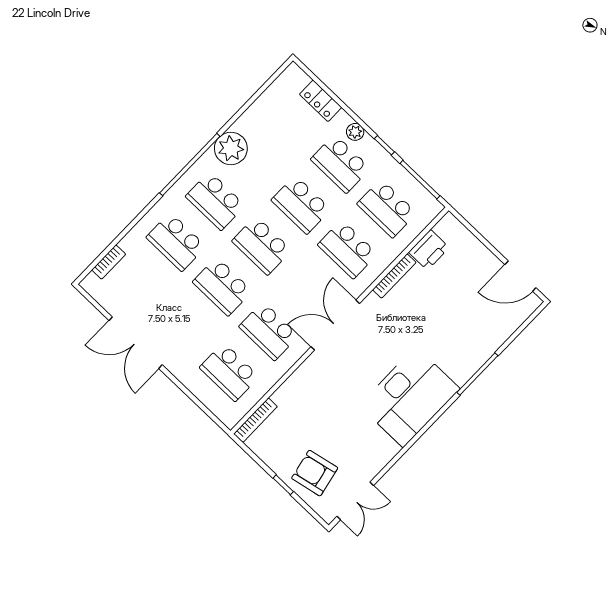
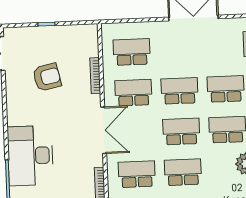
desk: (409, 397) -> (30, 156), moved
bookcase: (255, 420) -> (95, 76), moved
armchair: (315, 473) -> (47, 77), moved

